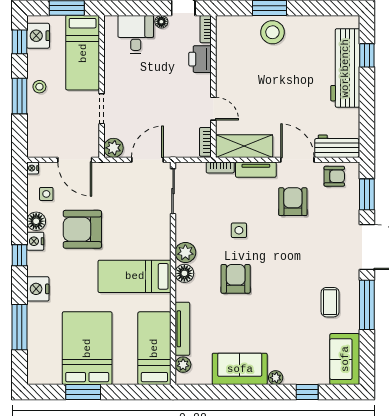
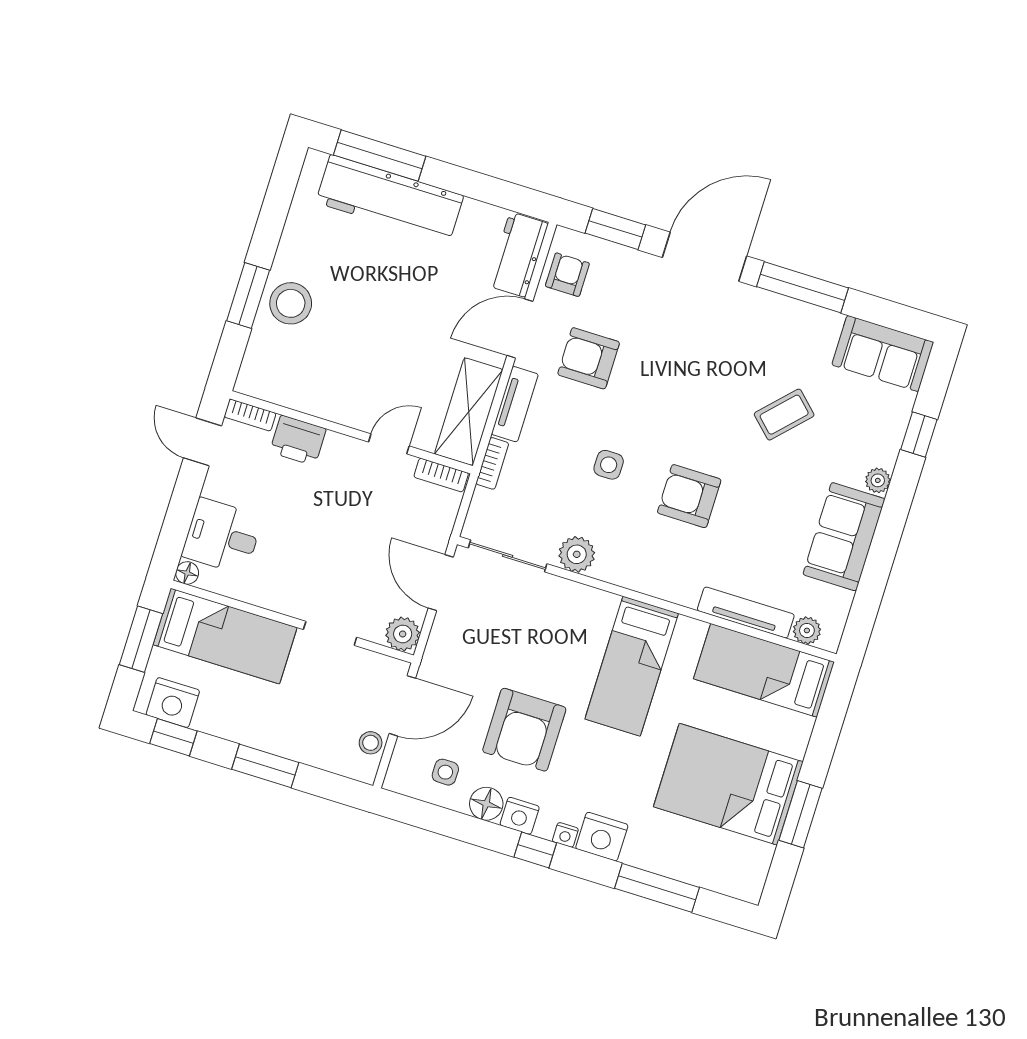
floor lamp: (161, 22) -> (187, 573), moved
window: (367, 55) -> (380, 156), width x2.17
stool: (39, 87) -> (371, 743), moved
nightstand: (33, 168) -> (565, 835), moved
plant: (185, 252) -> (577, 554), moved
floor lamp: (184, 273) -> (653, 580), removed
coffee table: (330, 302) -> (784, 415), moved, turned -46

